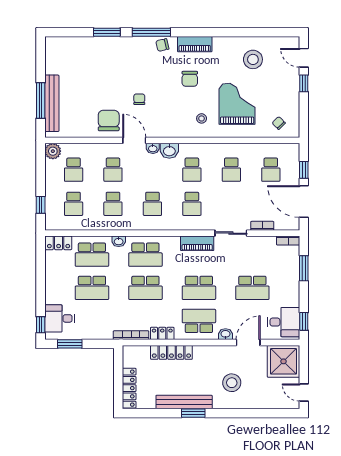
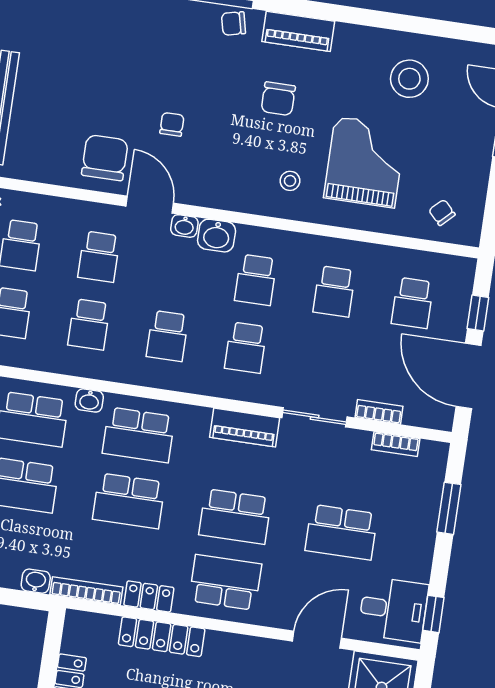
bookcase: (288, 240) -> (396, 444), moved
washbasin: (225, 334) -> (36, 581), moved

